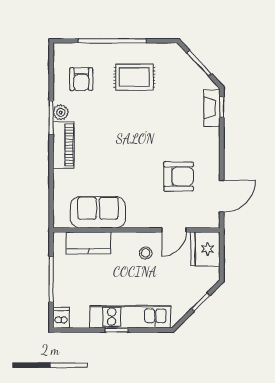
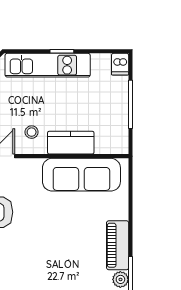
sofa: (98, 212) -> (81, 175), width x1.36
kitchen counter: (88, 243) -> (71, 143), moved

